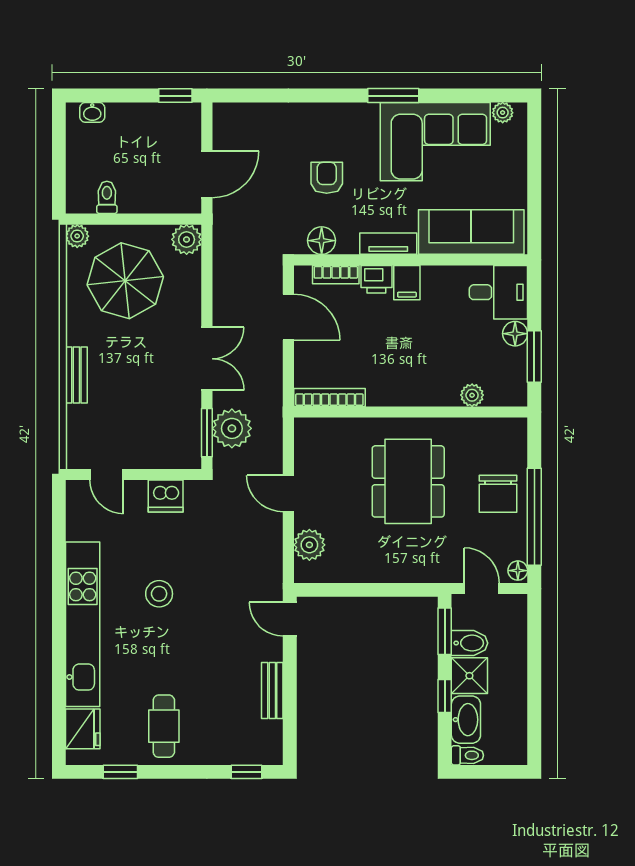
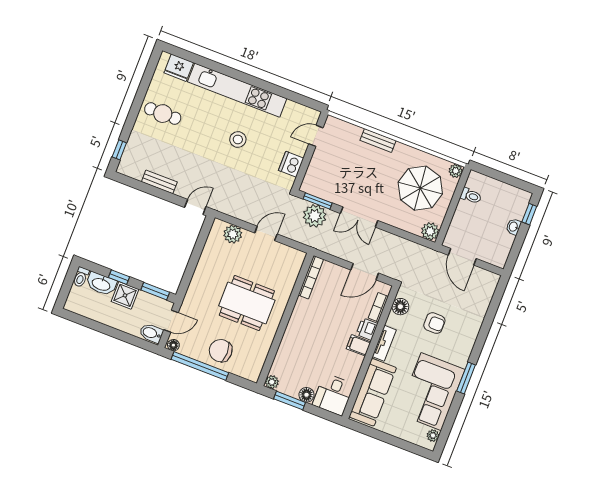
window: (175, 96) -> (529, 214), moved
washbasin: (92, 112) -> (514, 227), moved
plant: (472, 395) -> (272, 382), moved
bidet: (470, 643) -> (151, 333), moved, turned 90
window: (120, 772) -> (147, 79), removed

